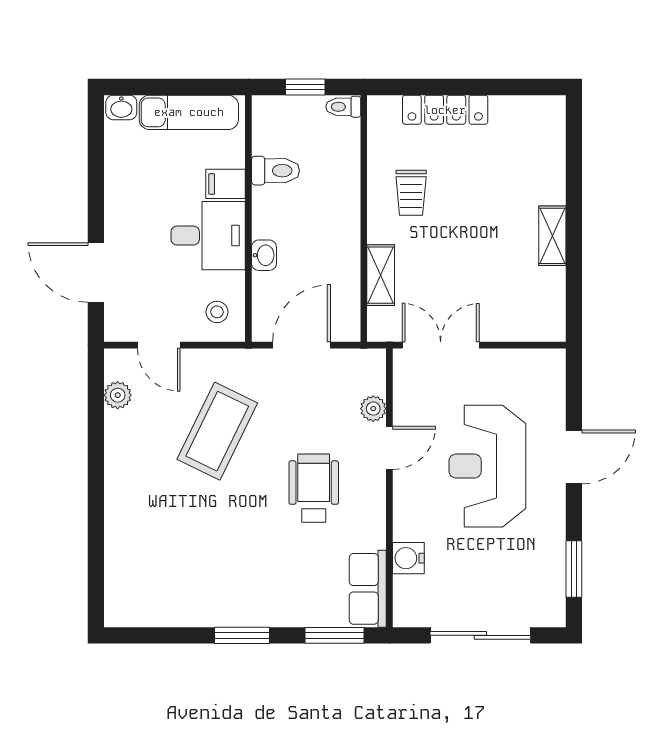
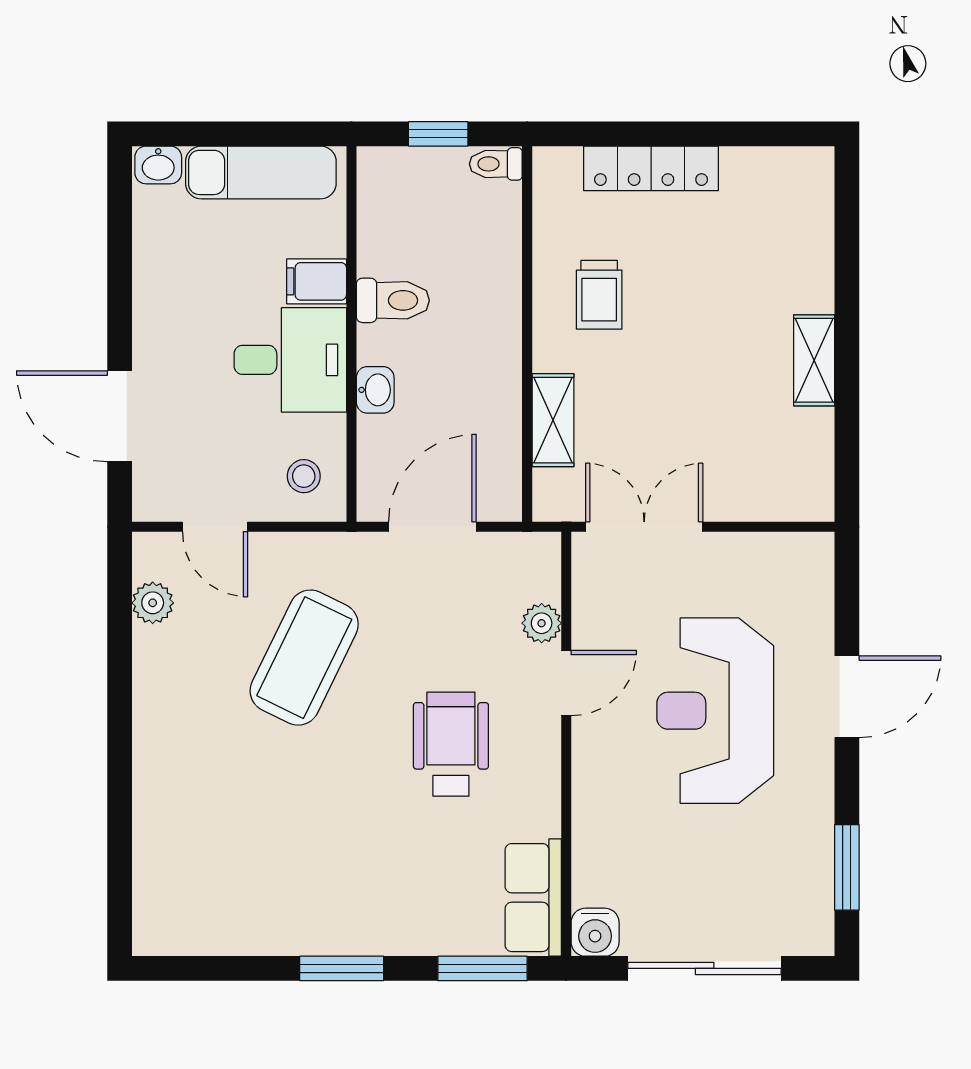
toilet: (275, 171) -> (393, 300), moved
water cooler: (408, 558) -> (595, 932), moved, turned -90

